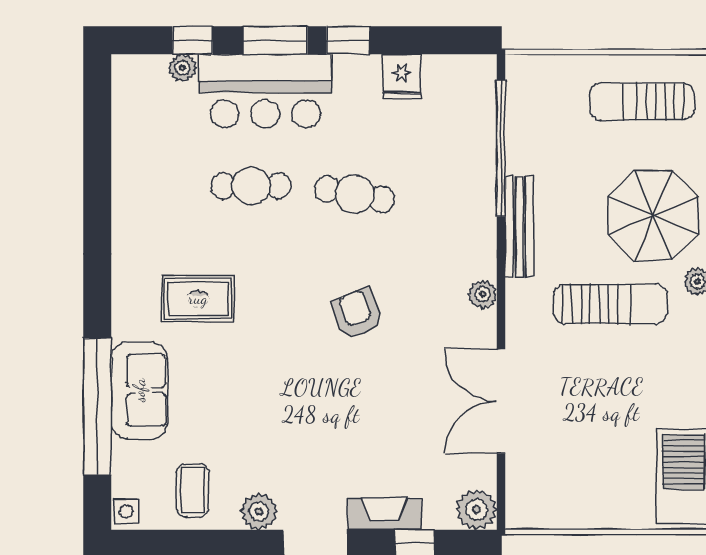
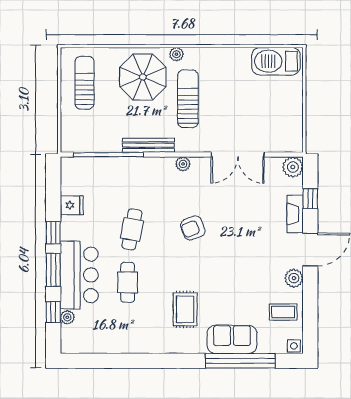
sun lounger: (642, 101) -> (84, 83), turned 180

